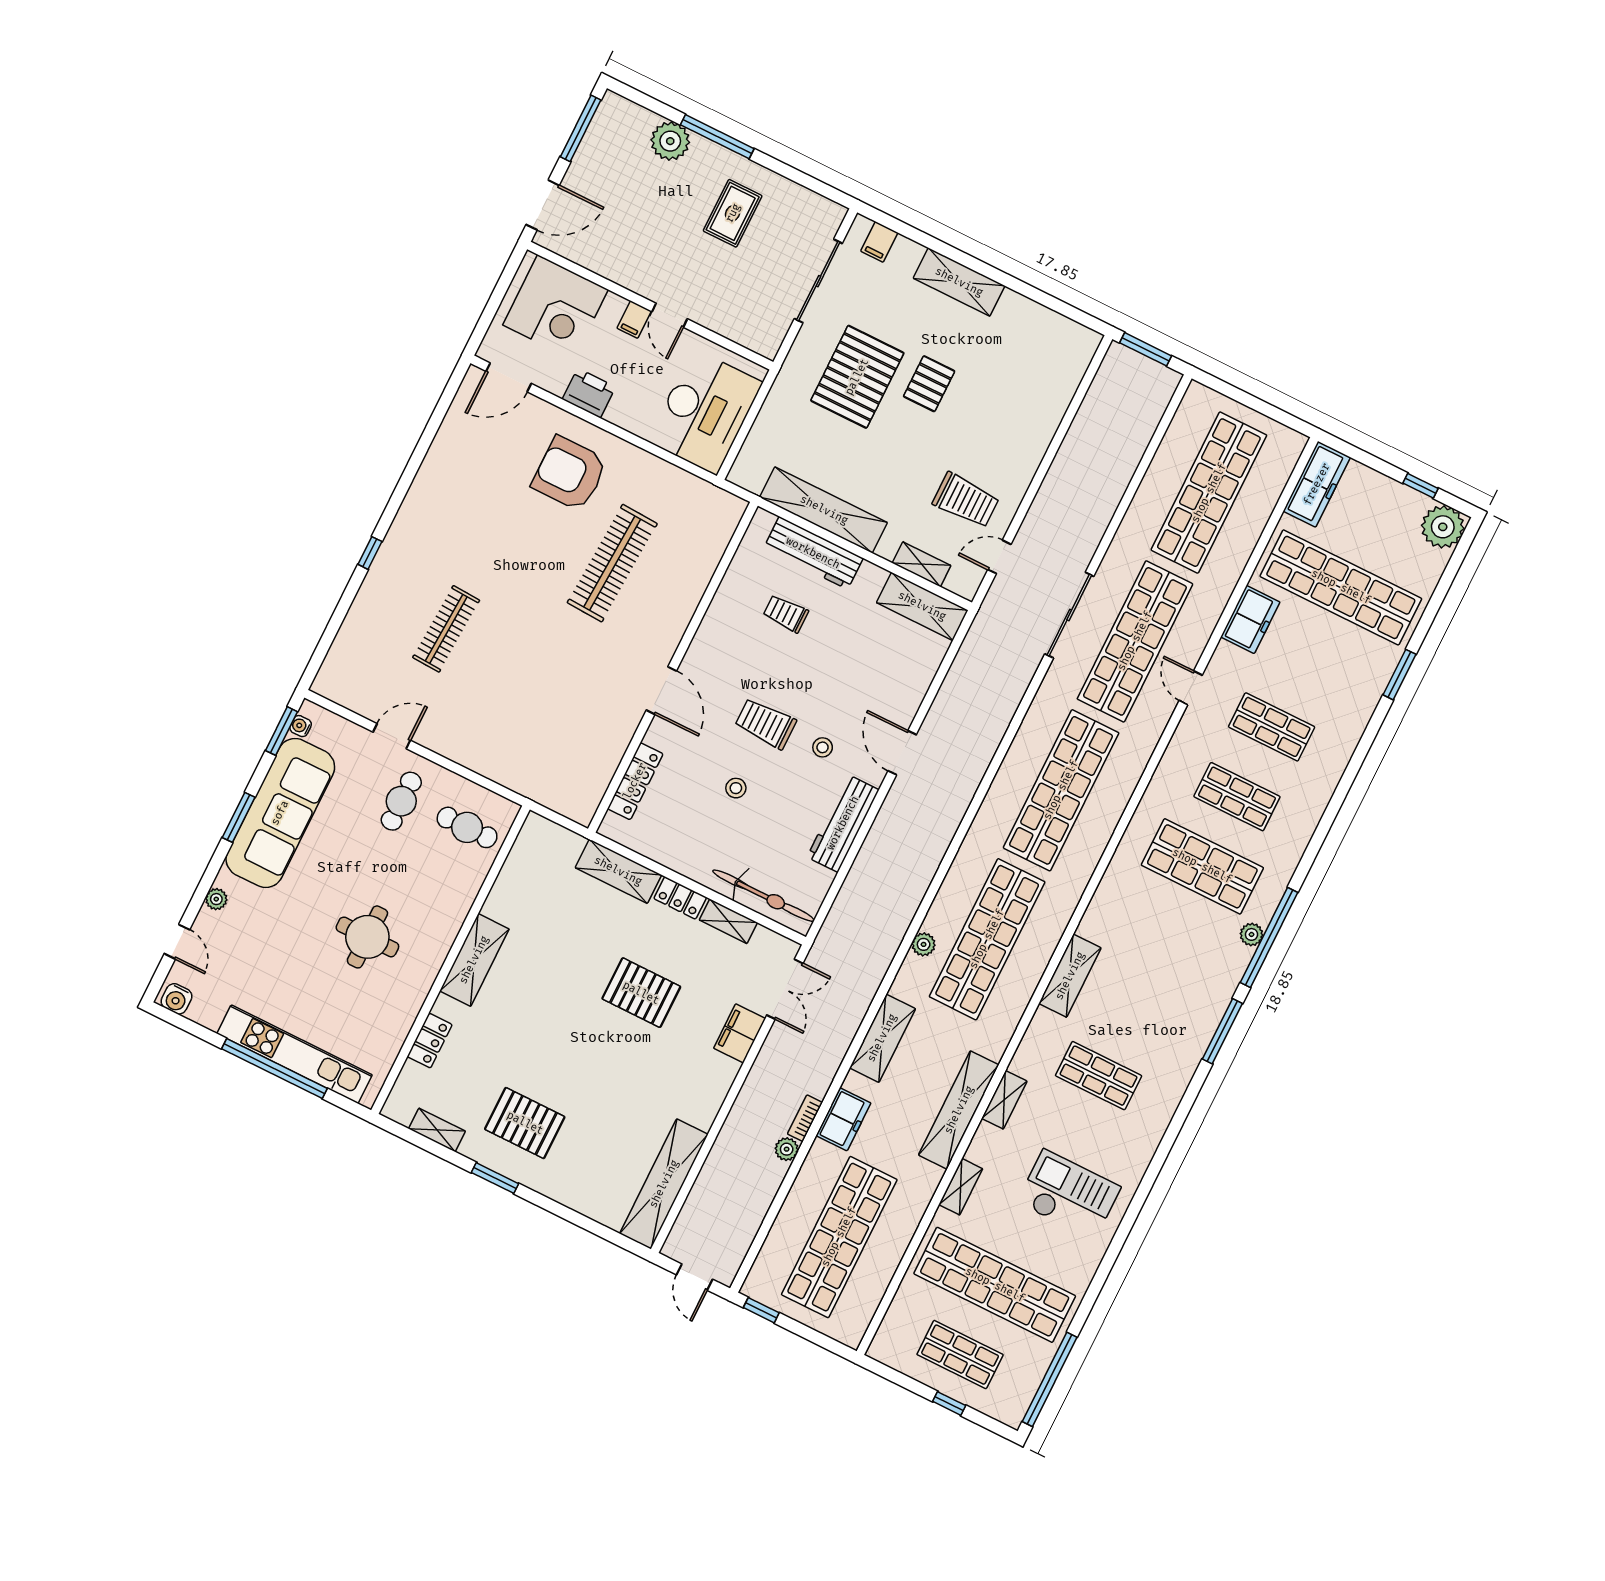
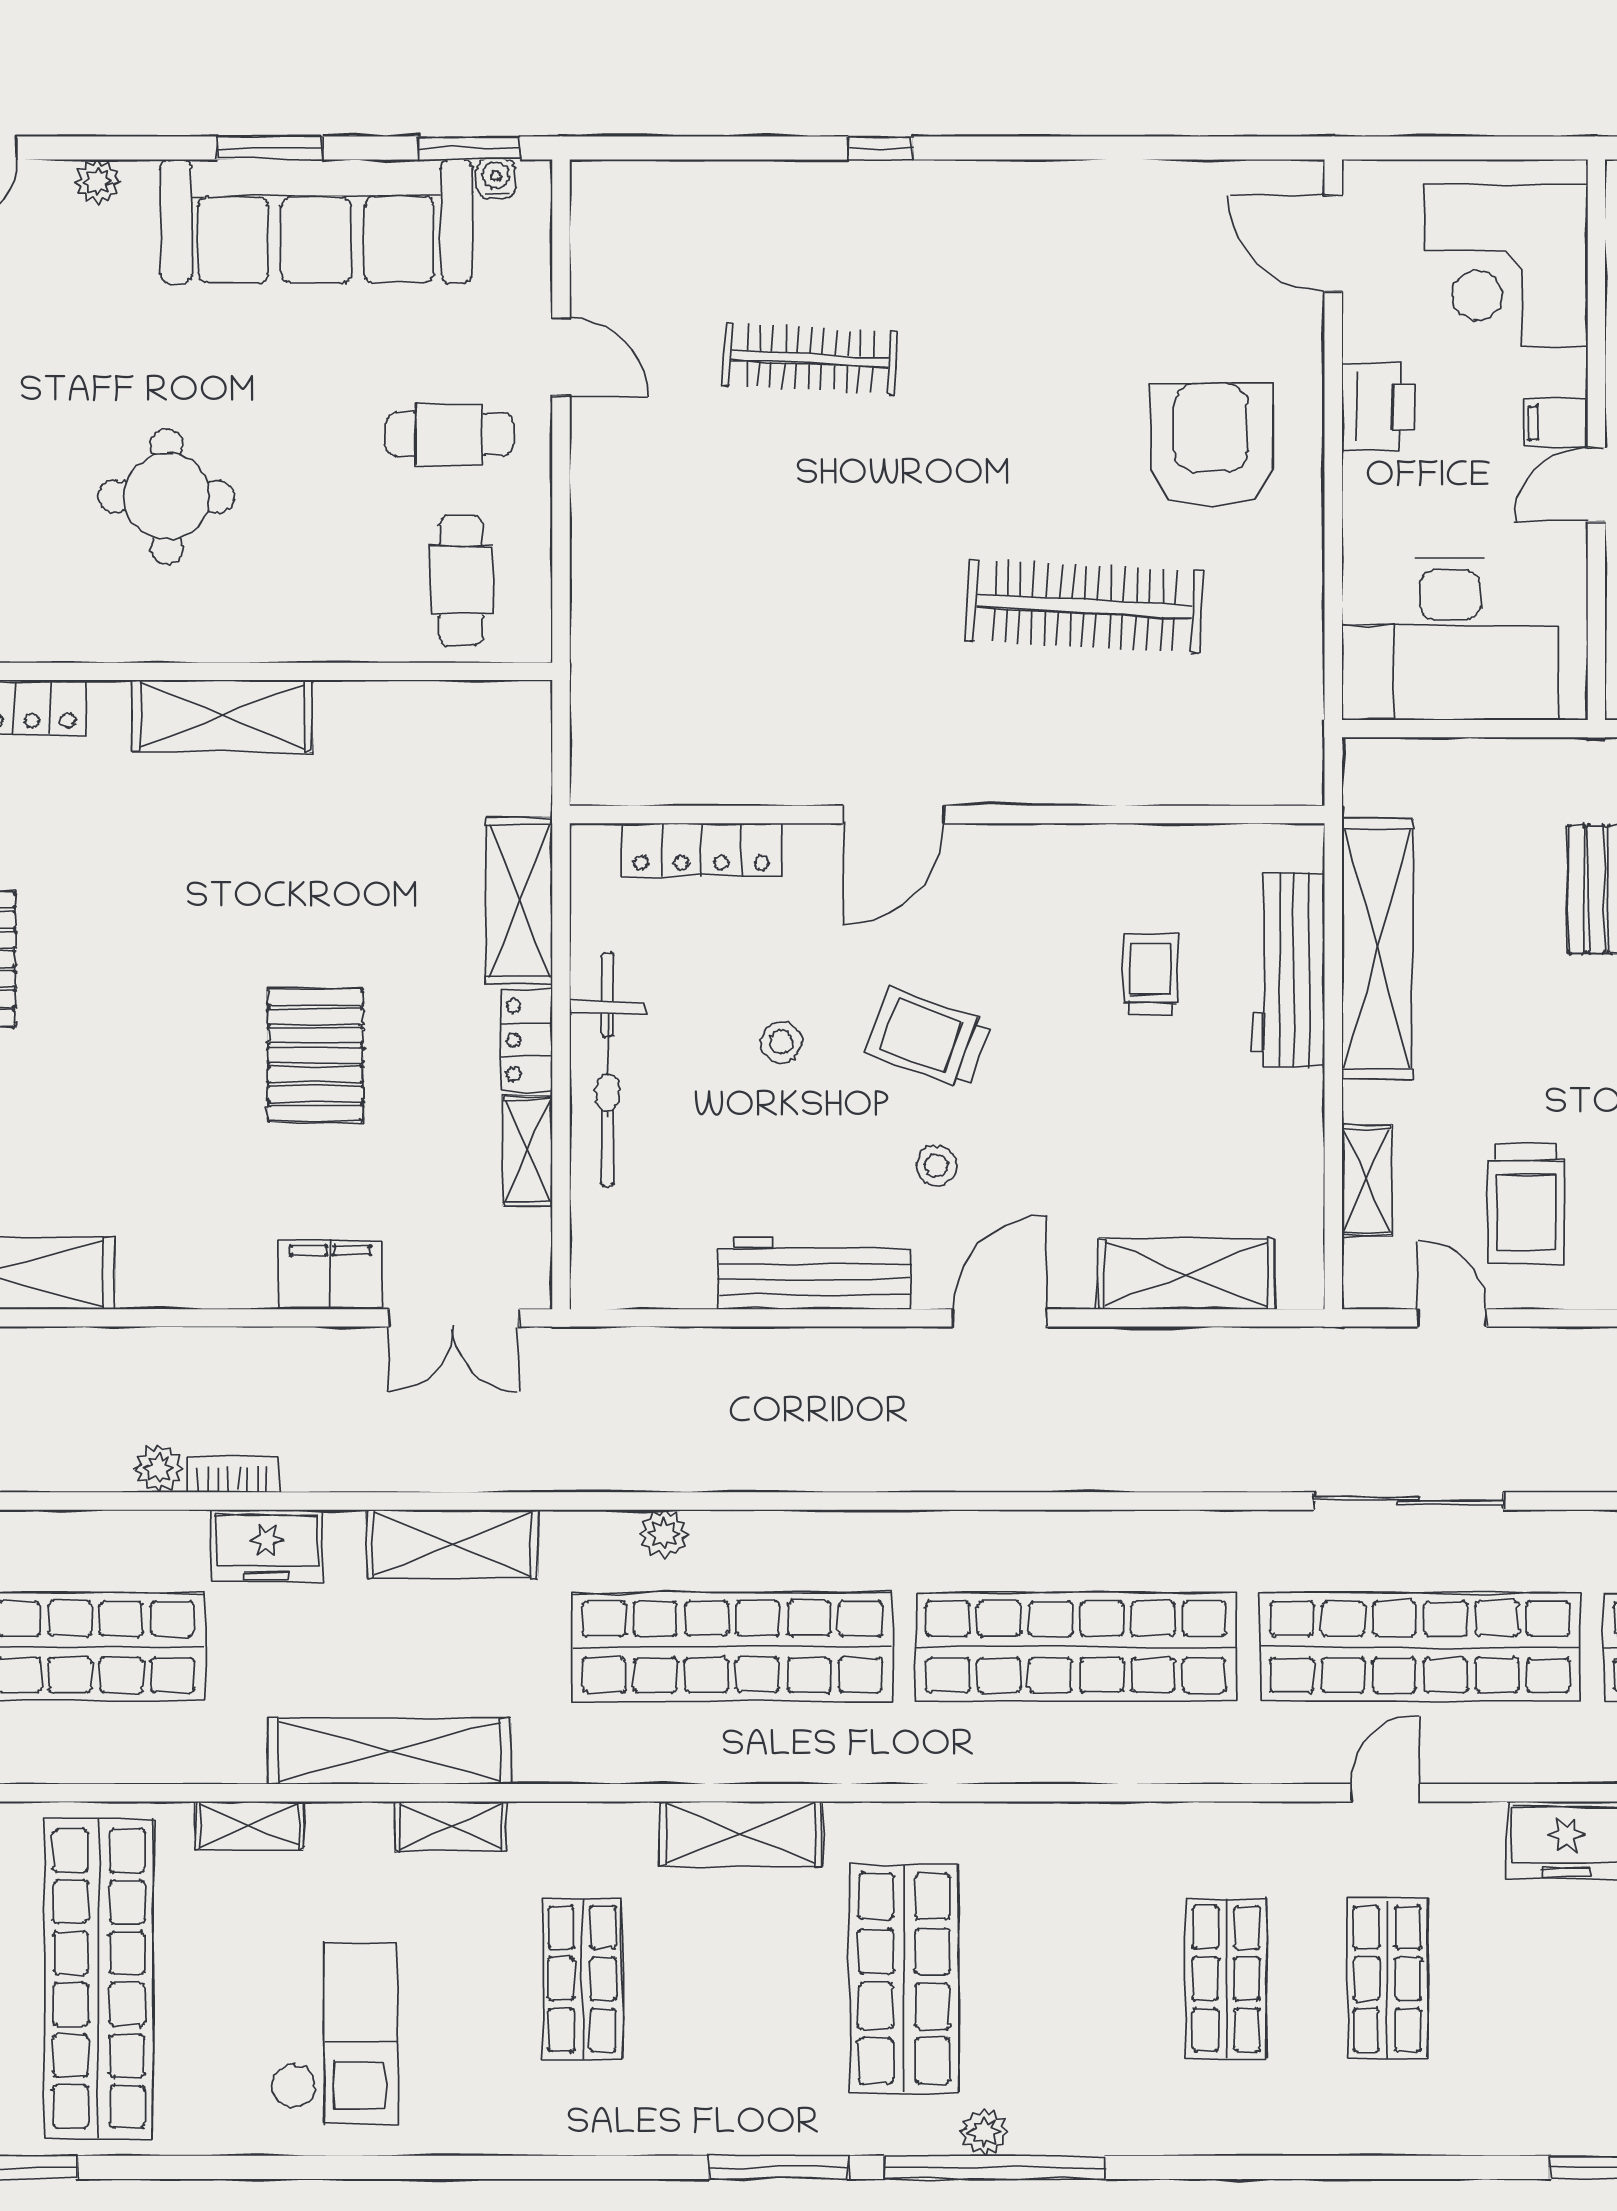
shelving: (922, 606) -> (1186, 1274), moved, turned 90
trolley: (766, 723) -> (928, 1038), turned -70
shop shelf: (1202, 866) -> (904, 1979), moved
bicycle: (764, 896) -> (607, 1069), moved

